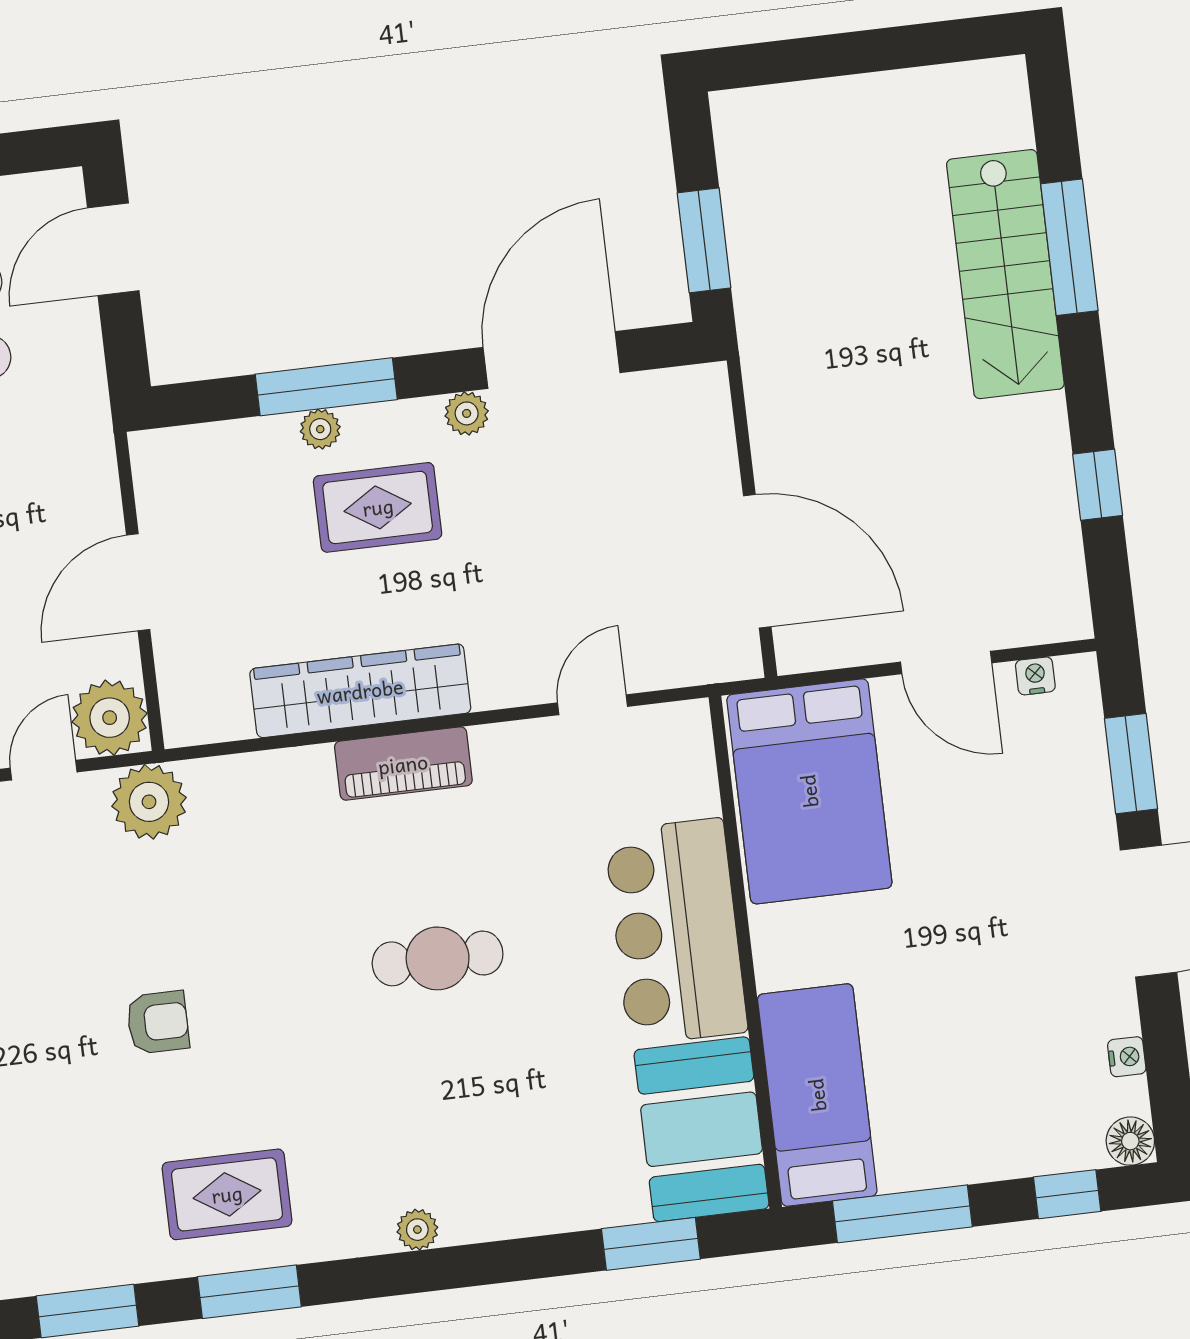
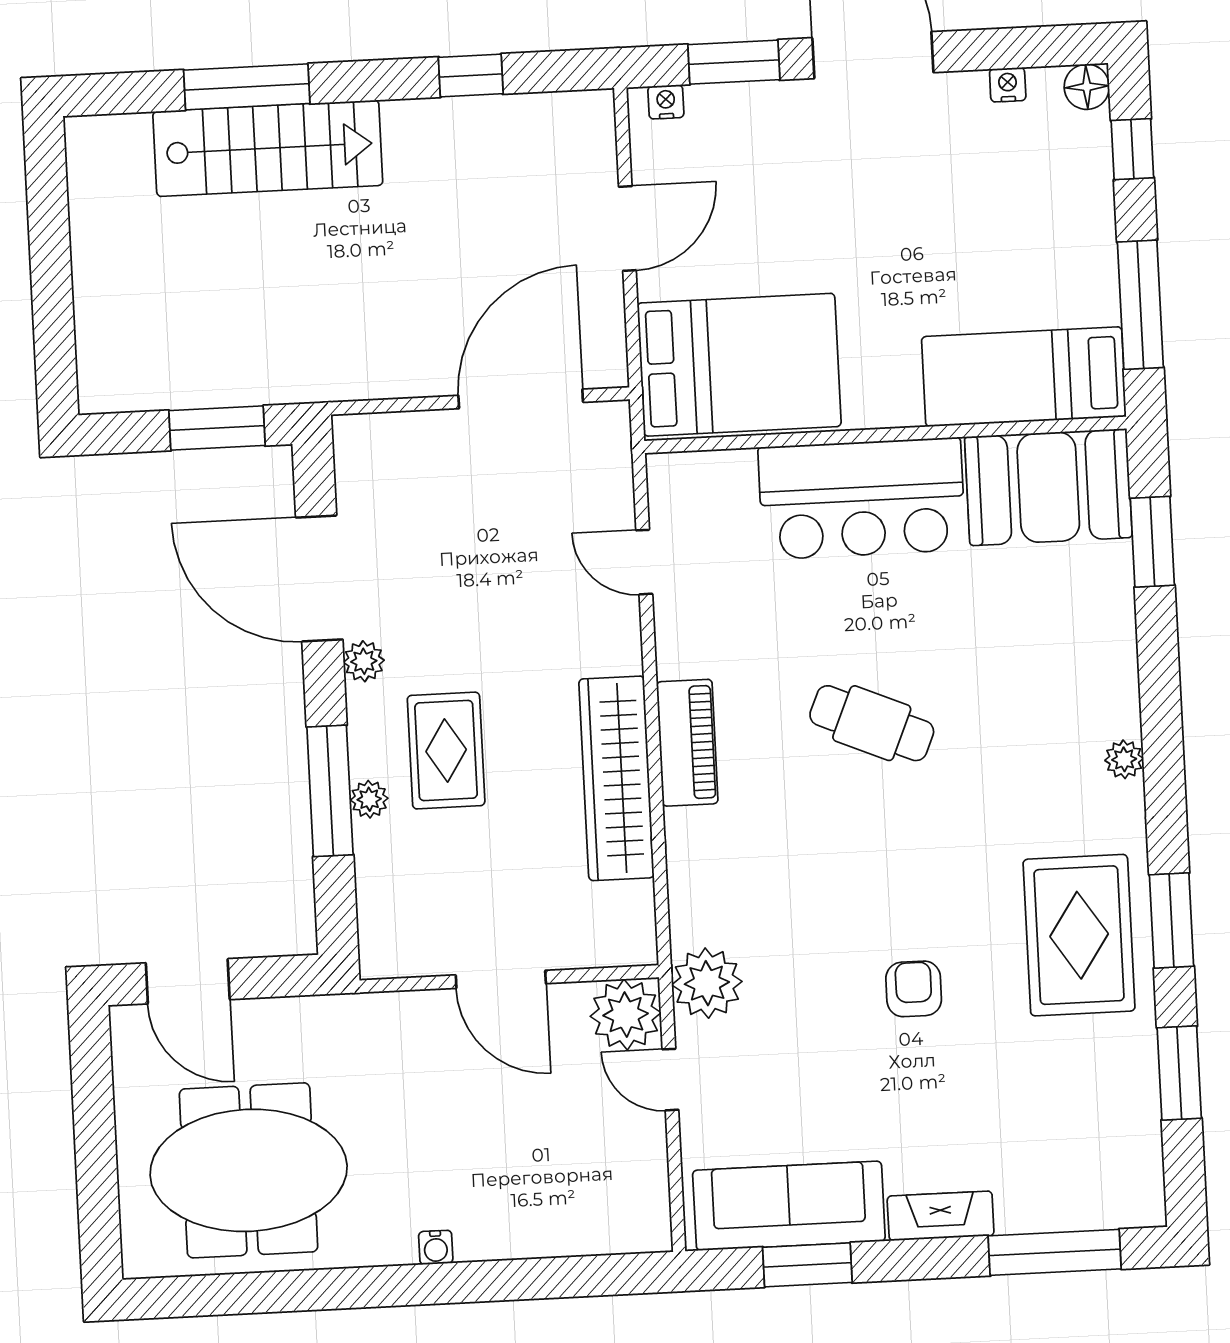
nightstand: (1035, 676) -> (666, 102), moved, turned 90
cafe table: (438, 958) -> (872, 723), turned -67
rug: (227, 1194) -> (1079, 935), width x1.36, depth x1.43

